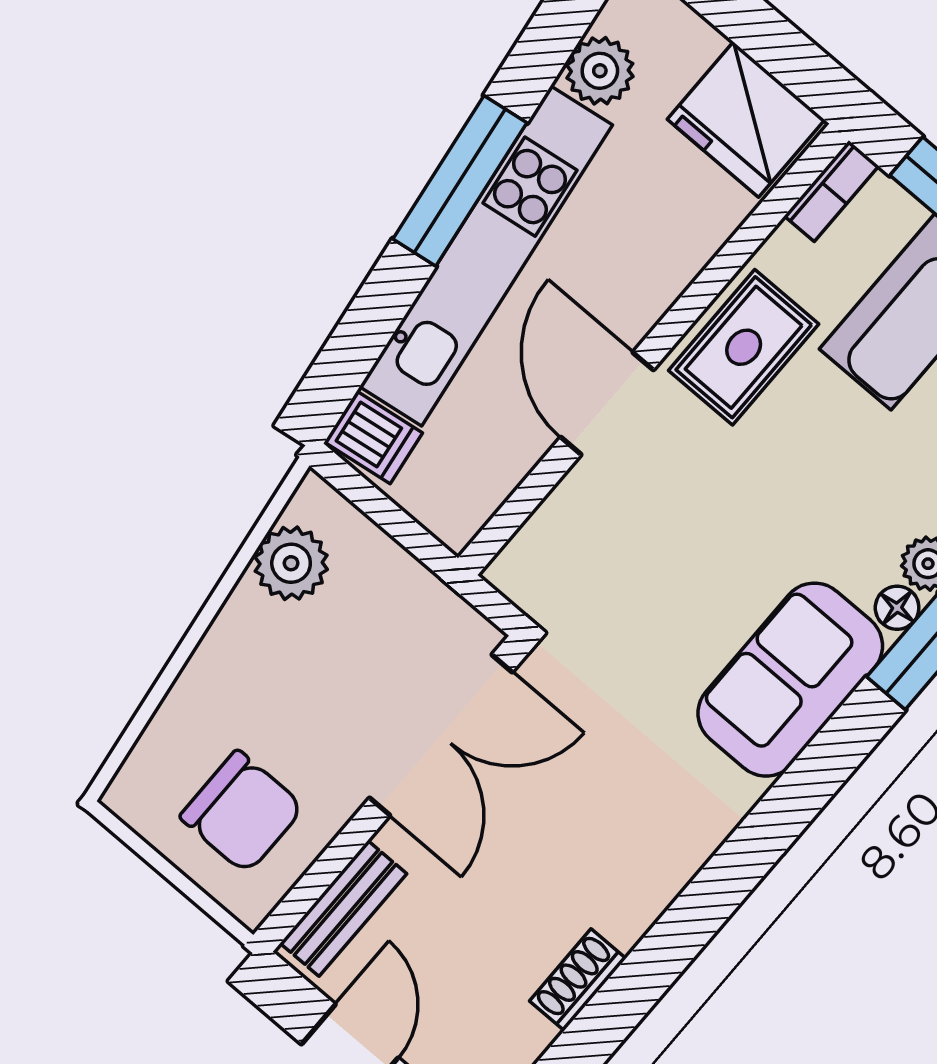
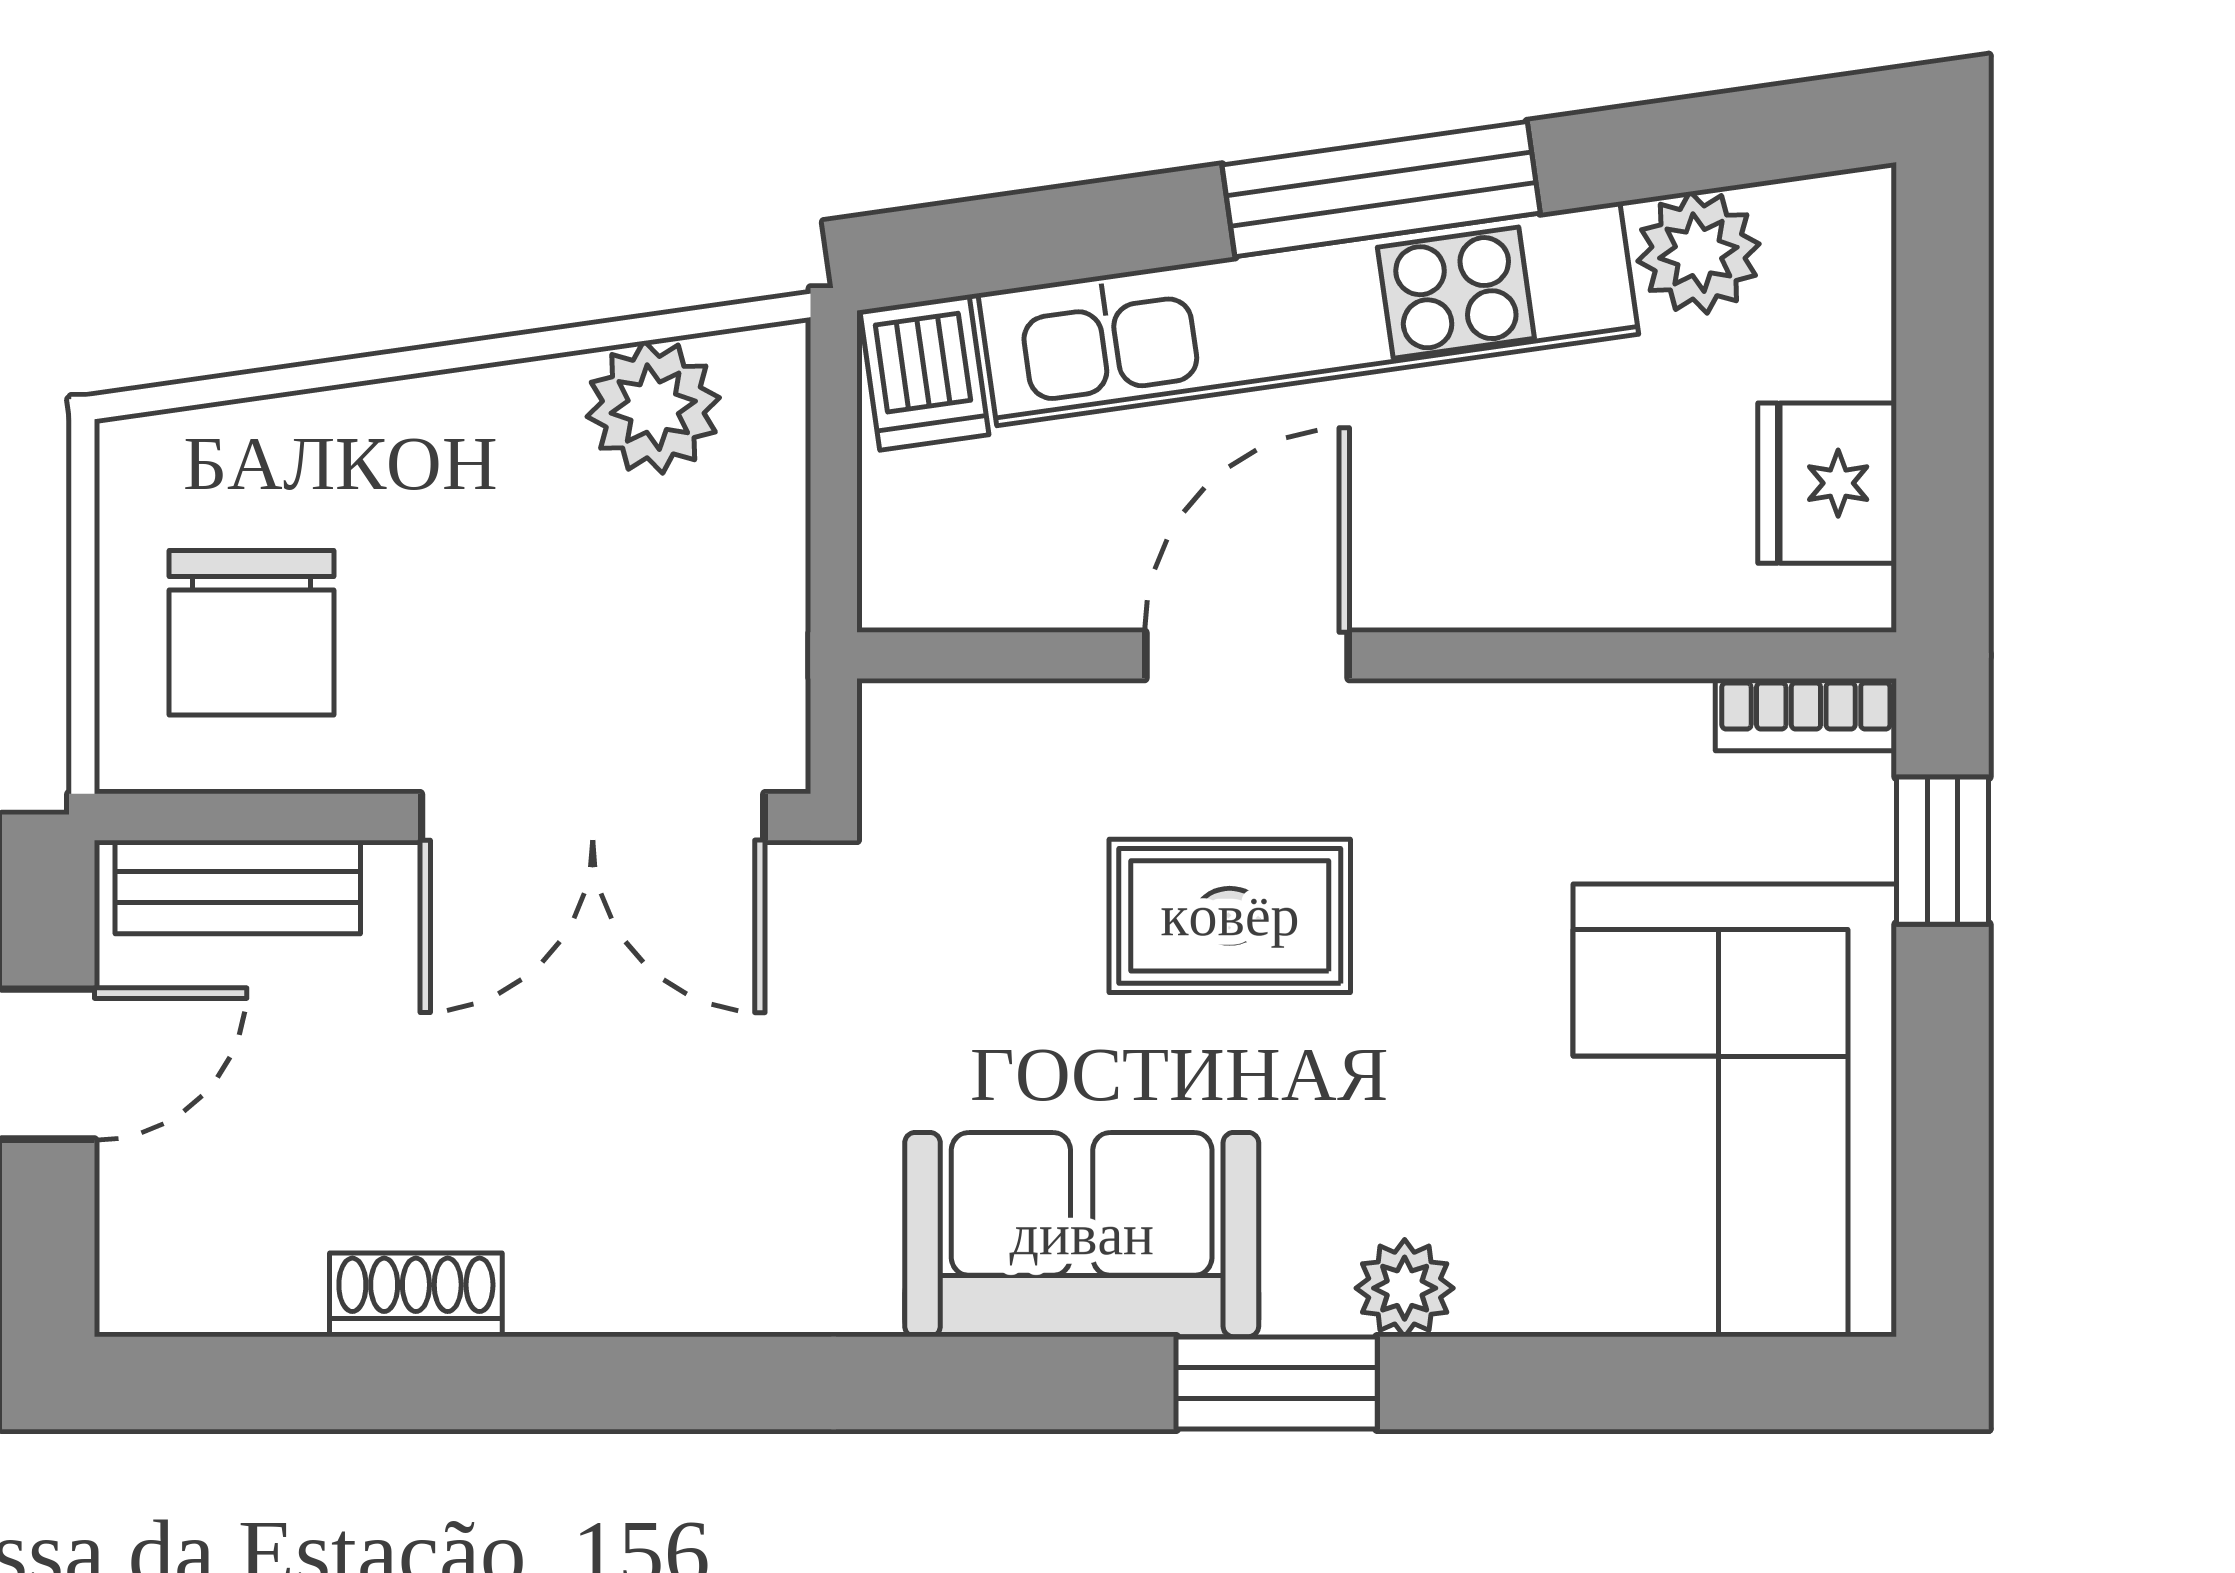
fridge: (746, 119) -> (1827, 483), width x0.73, depth x0.75
rug: (744, 347) -> (1230, 916), moved
floor lamp: (897, 608) -> (1307, 1297), removed

